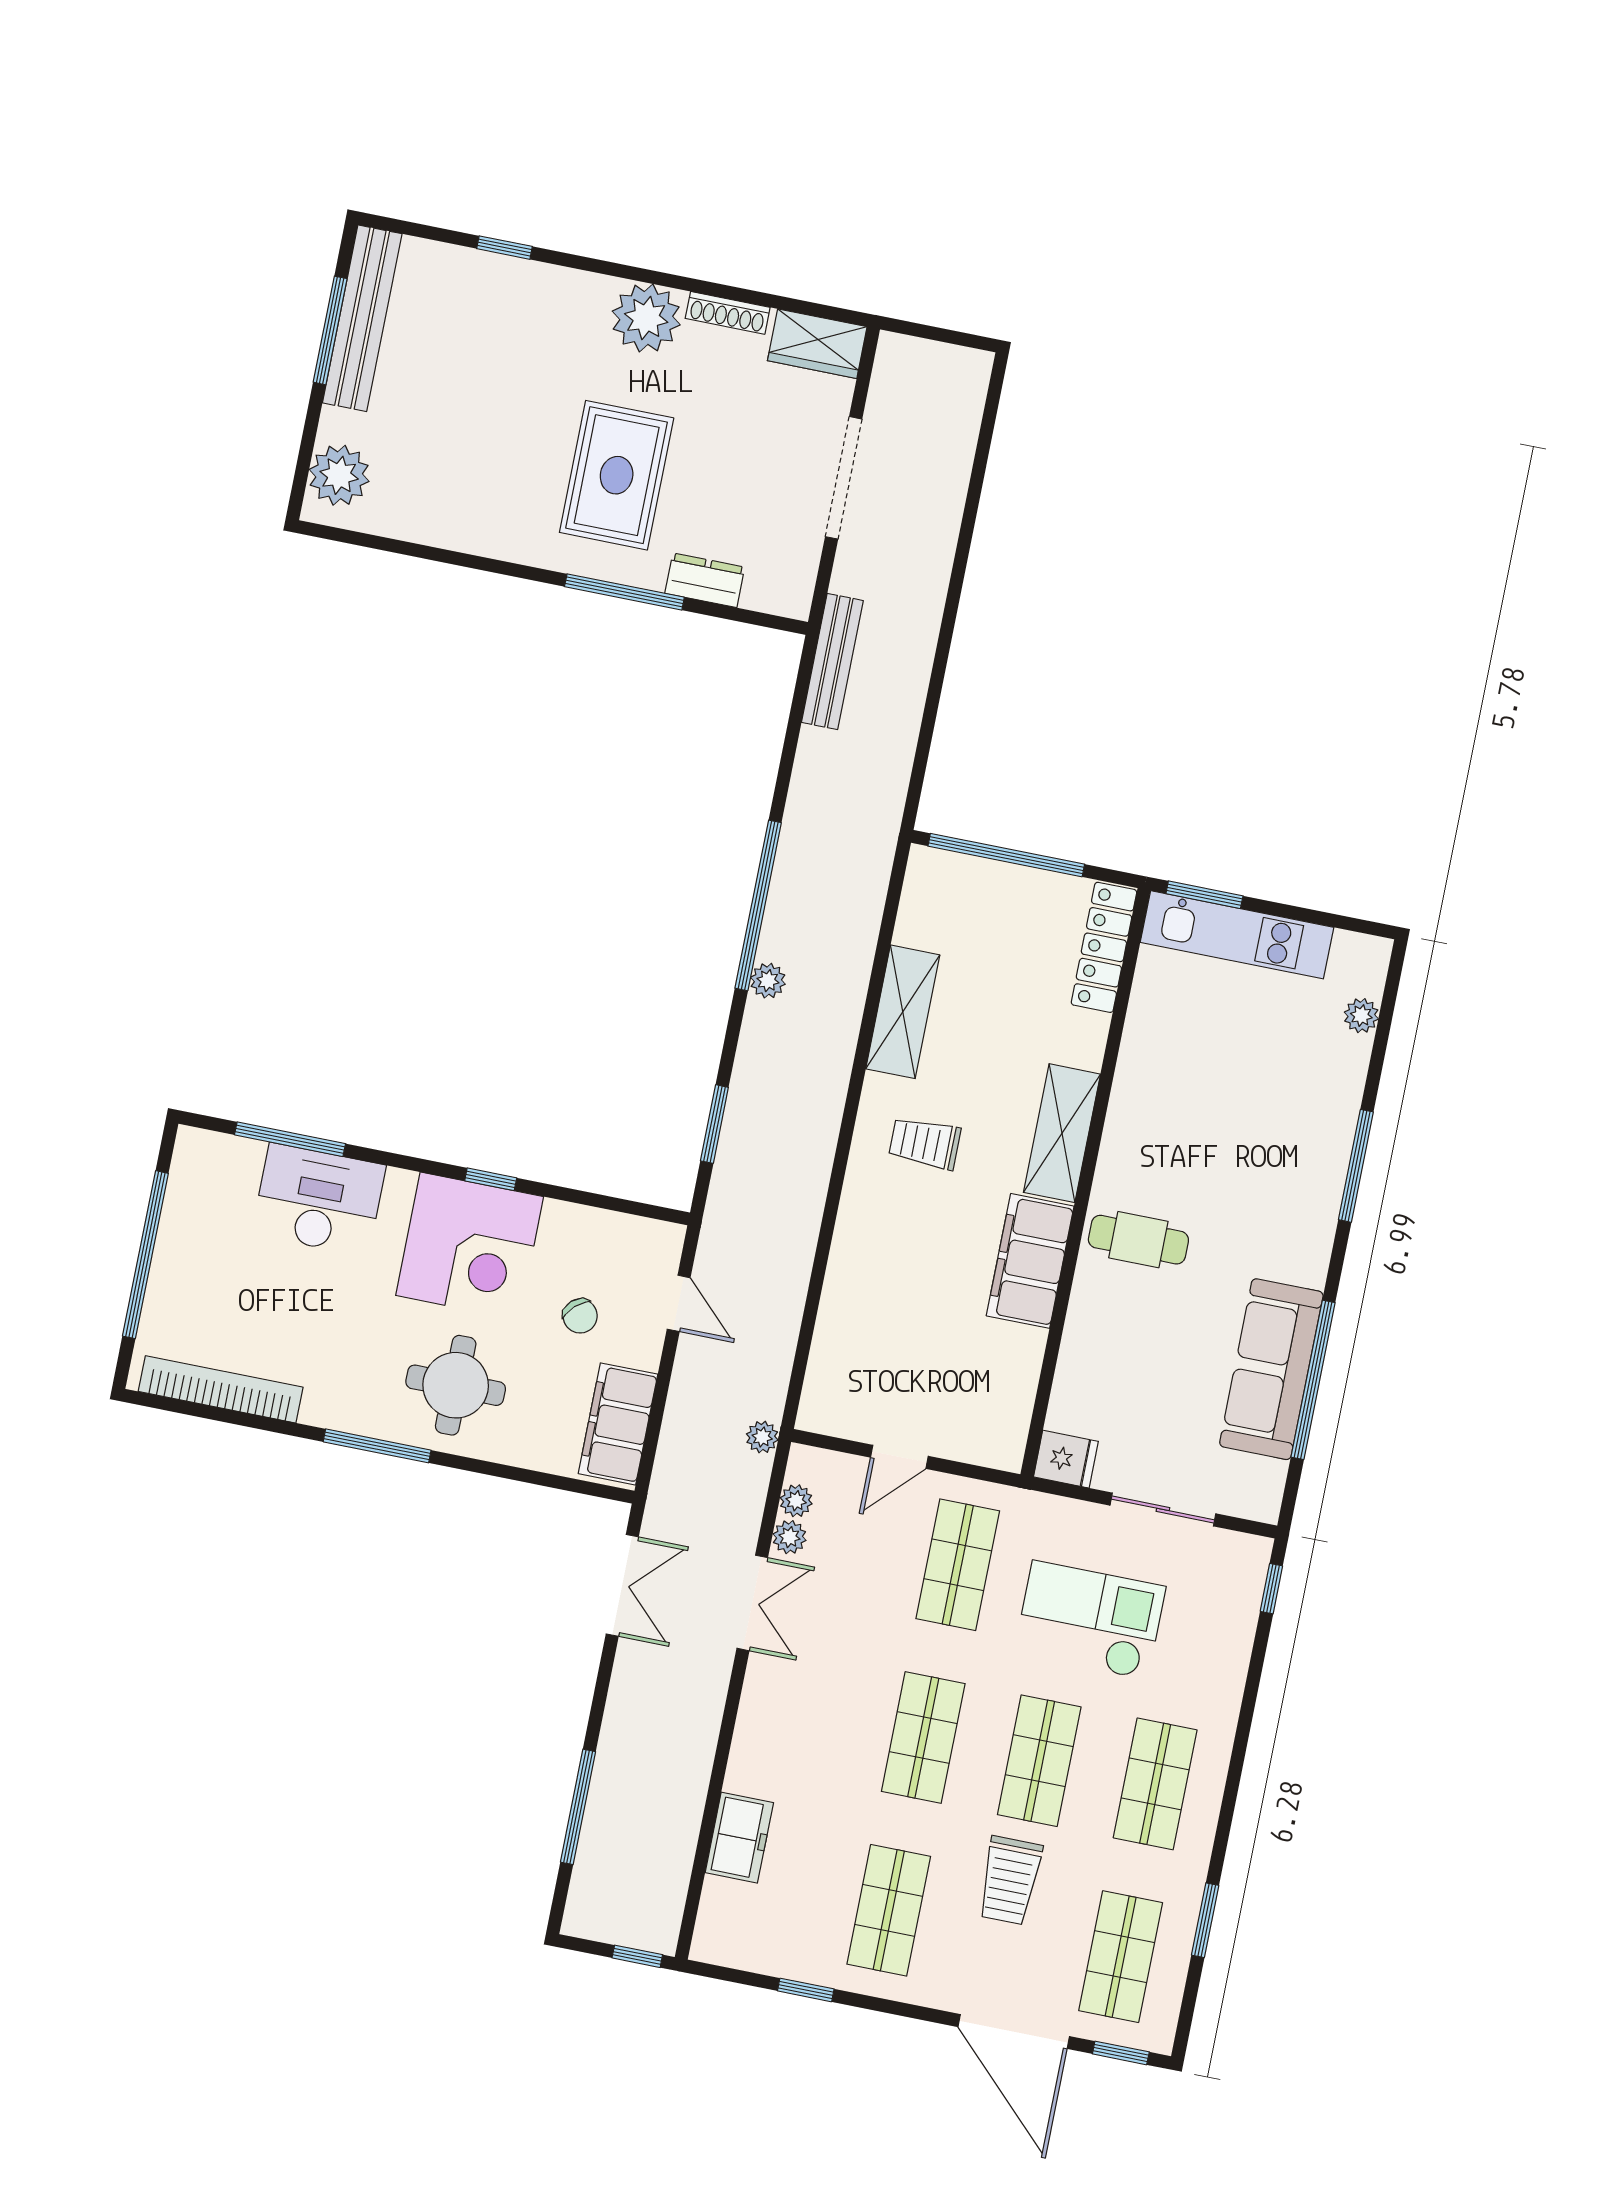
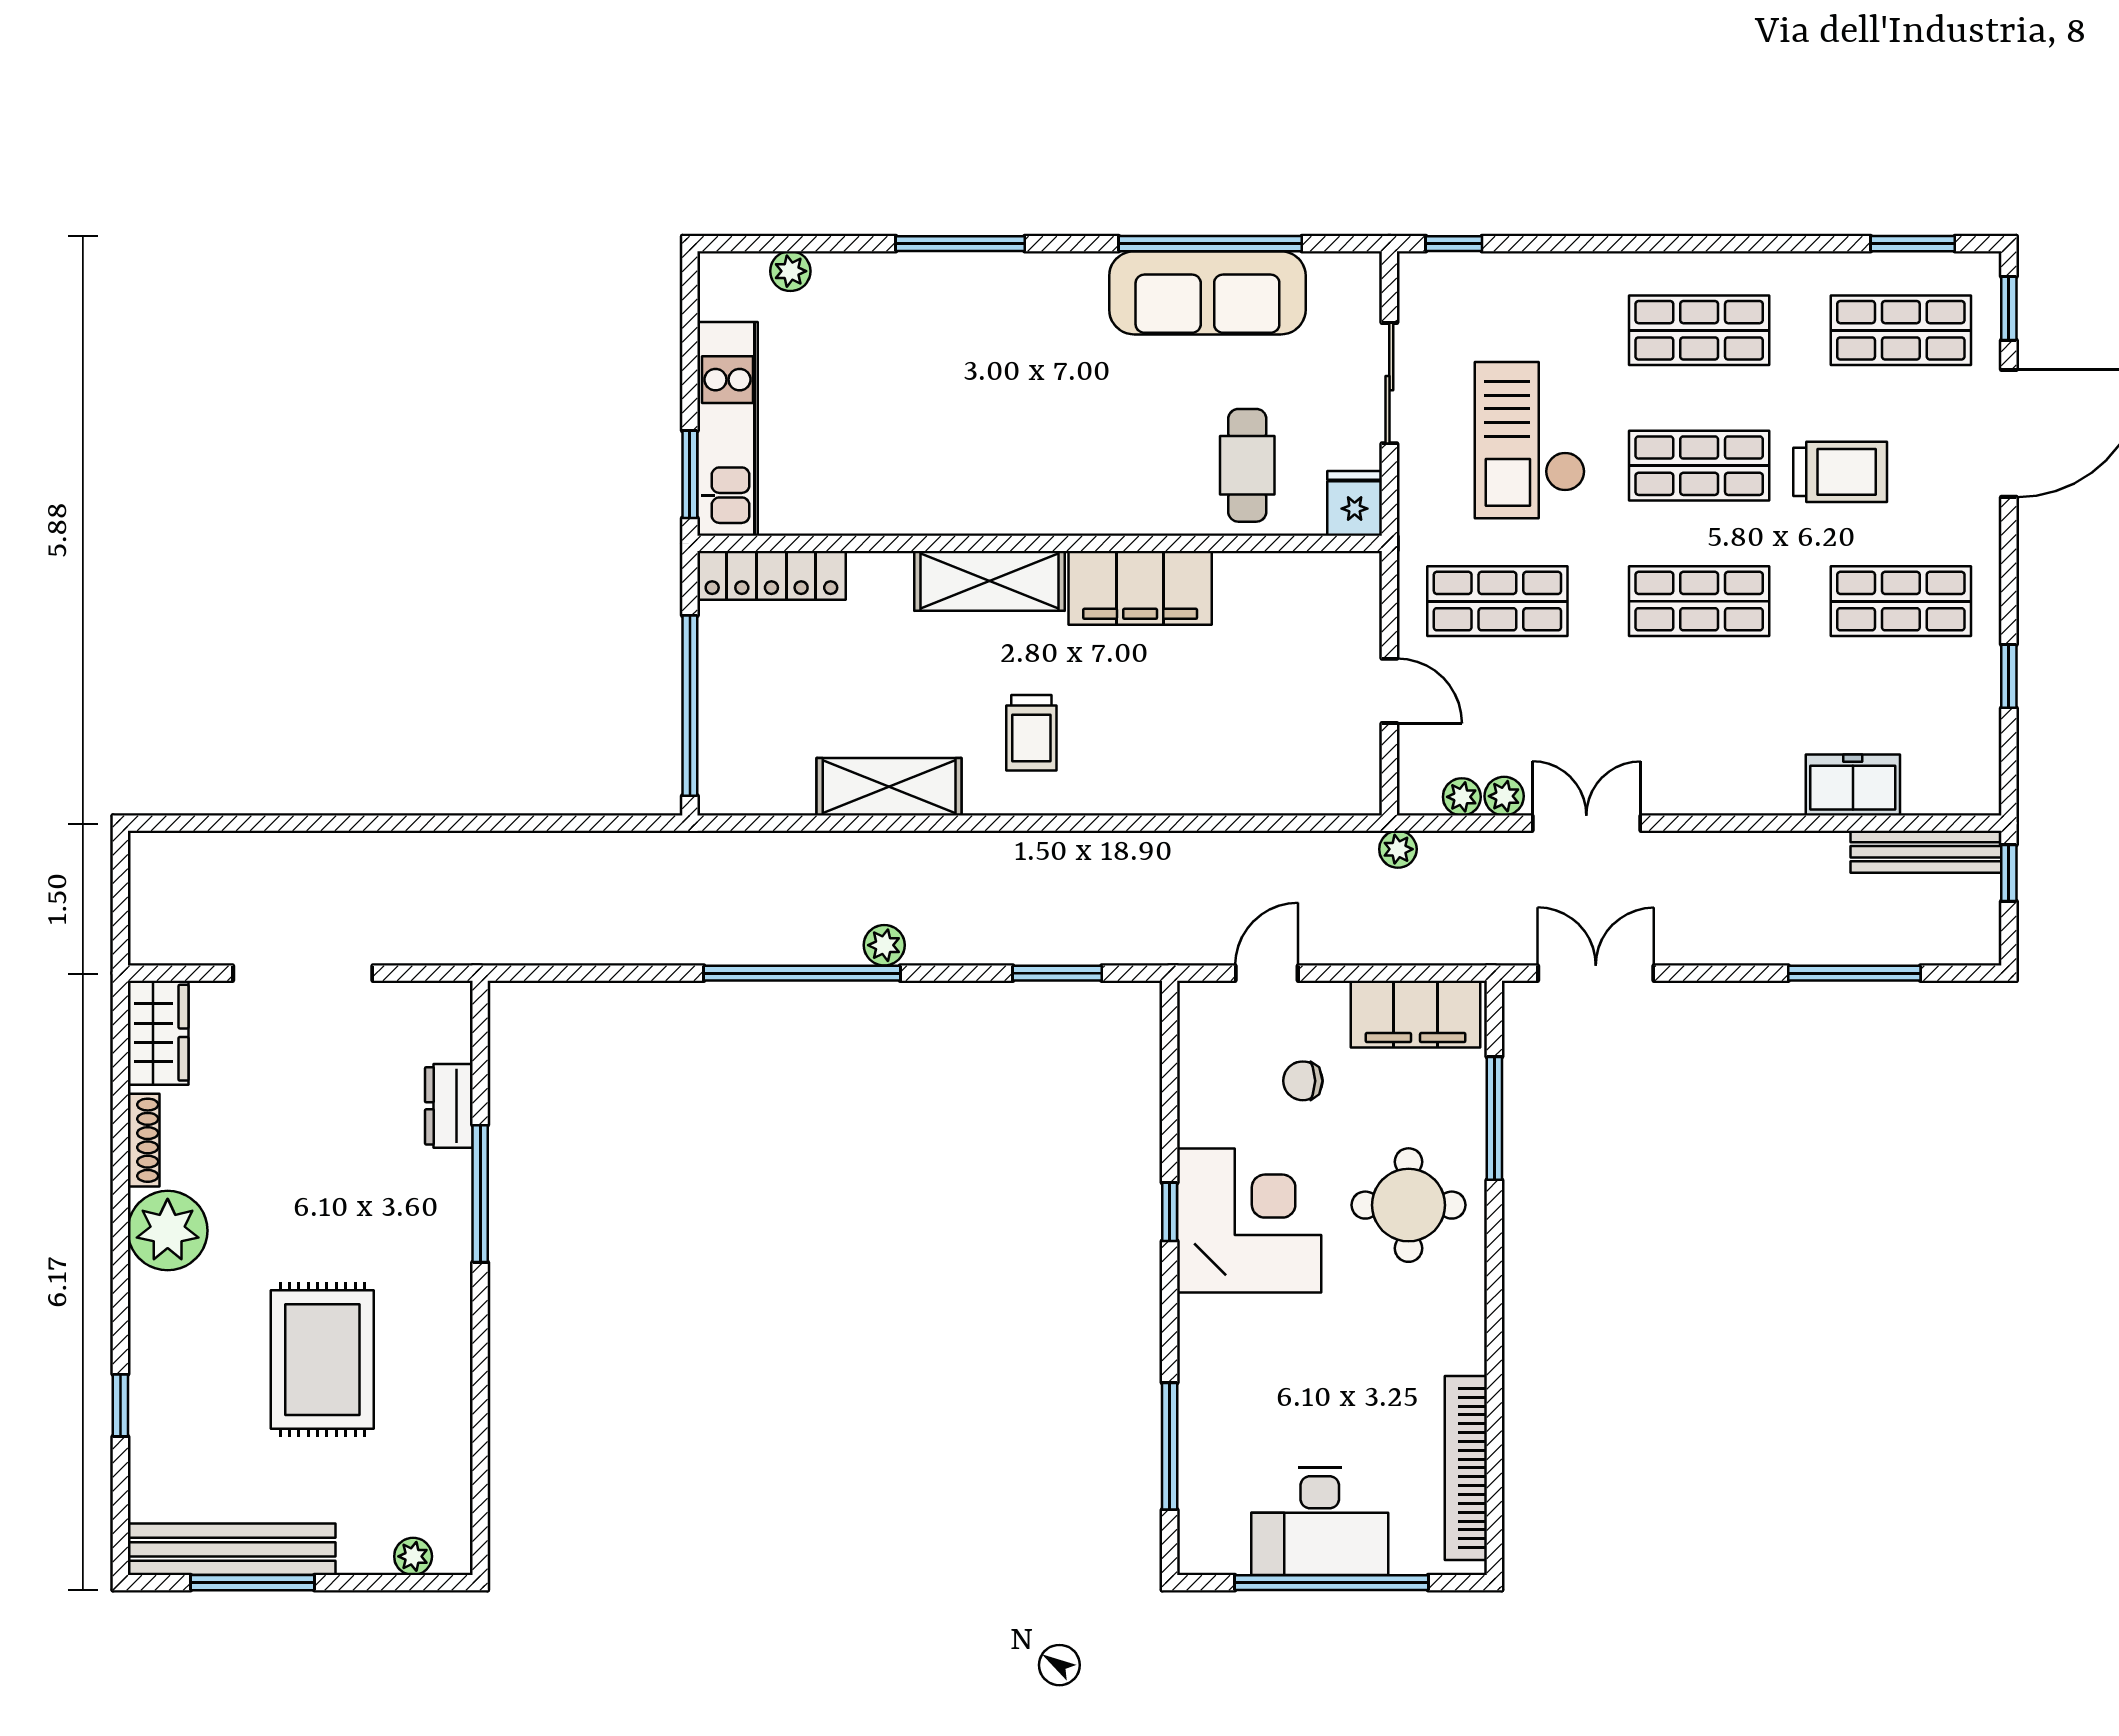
plant: (339, 475) -> (413, 1556), width x0.53, depth x0.53
rug: (617, 475) -> (322, 1360), moved, turned 90
bench: (832, 661) -> (1926, 852), moved
desk: (319, 1200) -> (1320, 1521), moved, turned -90
cafe table: (1138, 1240) -> (1247, 465), moved
chair: (580, 1316) -> (1303, 1081), turned -137
window: (377, 1446) -> (1494, 1118), moved
window: (1205, 1920) -> (1913, 244), moved

